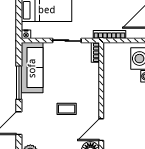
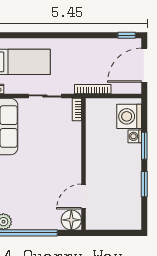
coffee table: (67, 109) -> (44, 173), removed

